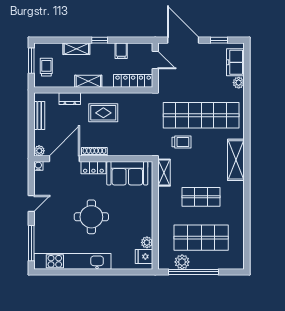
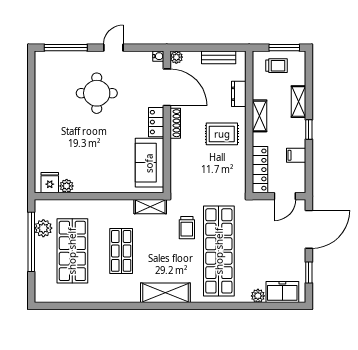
rug: (103, 113) -> (222, 134), turned 90
door: (31, 203) -> (113, 48), swing flipped
round table: (91, 217) -> (97, 93), moved
kitchen unit: (72, 261) -> (44, 97), removed

